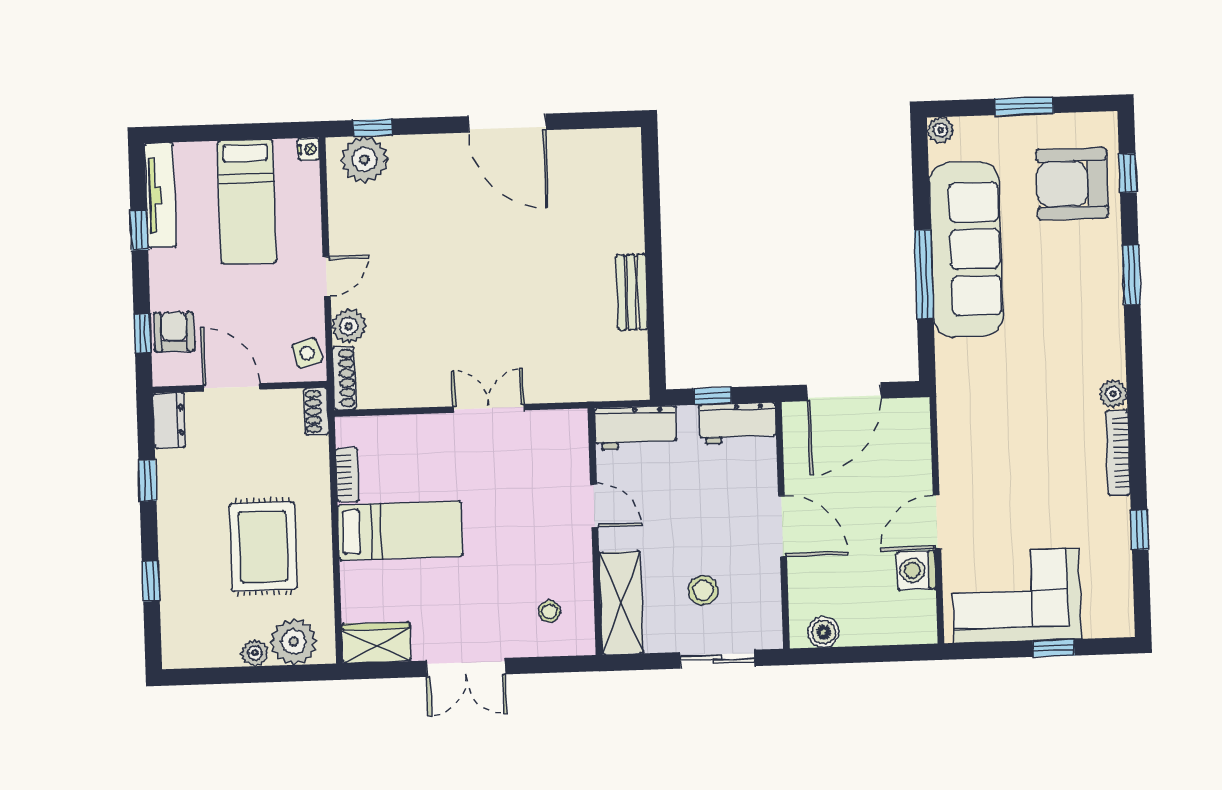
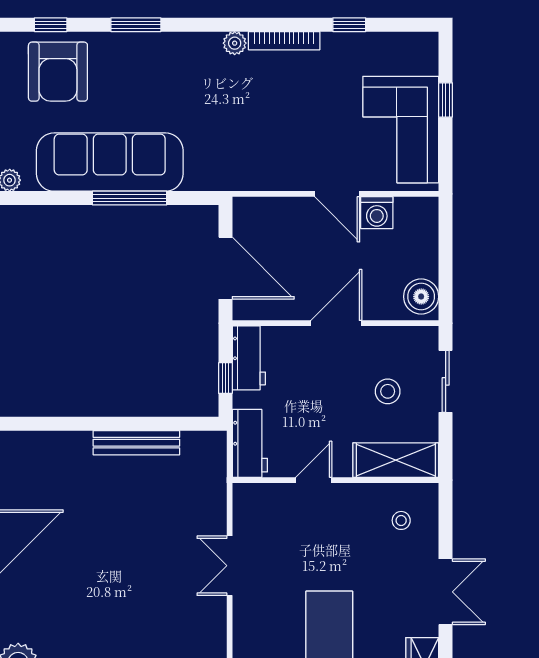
bench: (632, 292) -> (136, 443), width x1.36
boiler: (824, 632) -> (421, 297), width x1.36, depth x1.36

